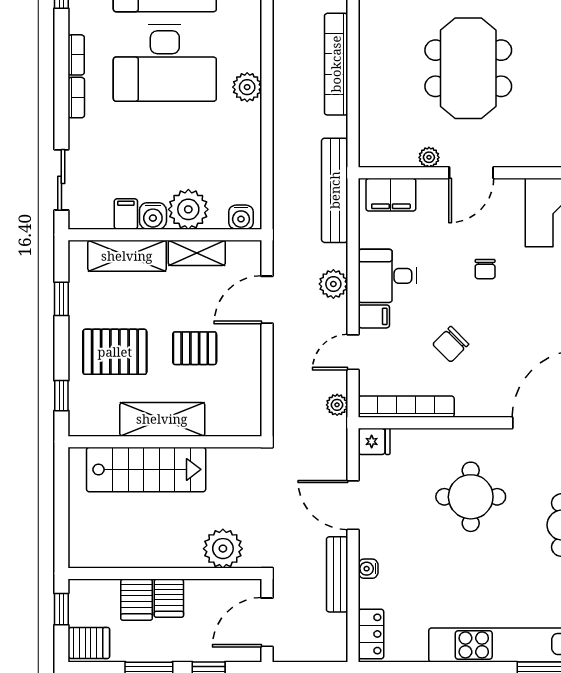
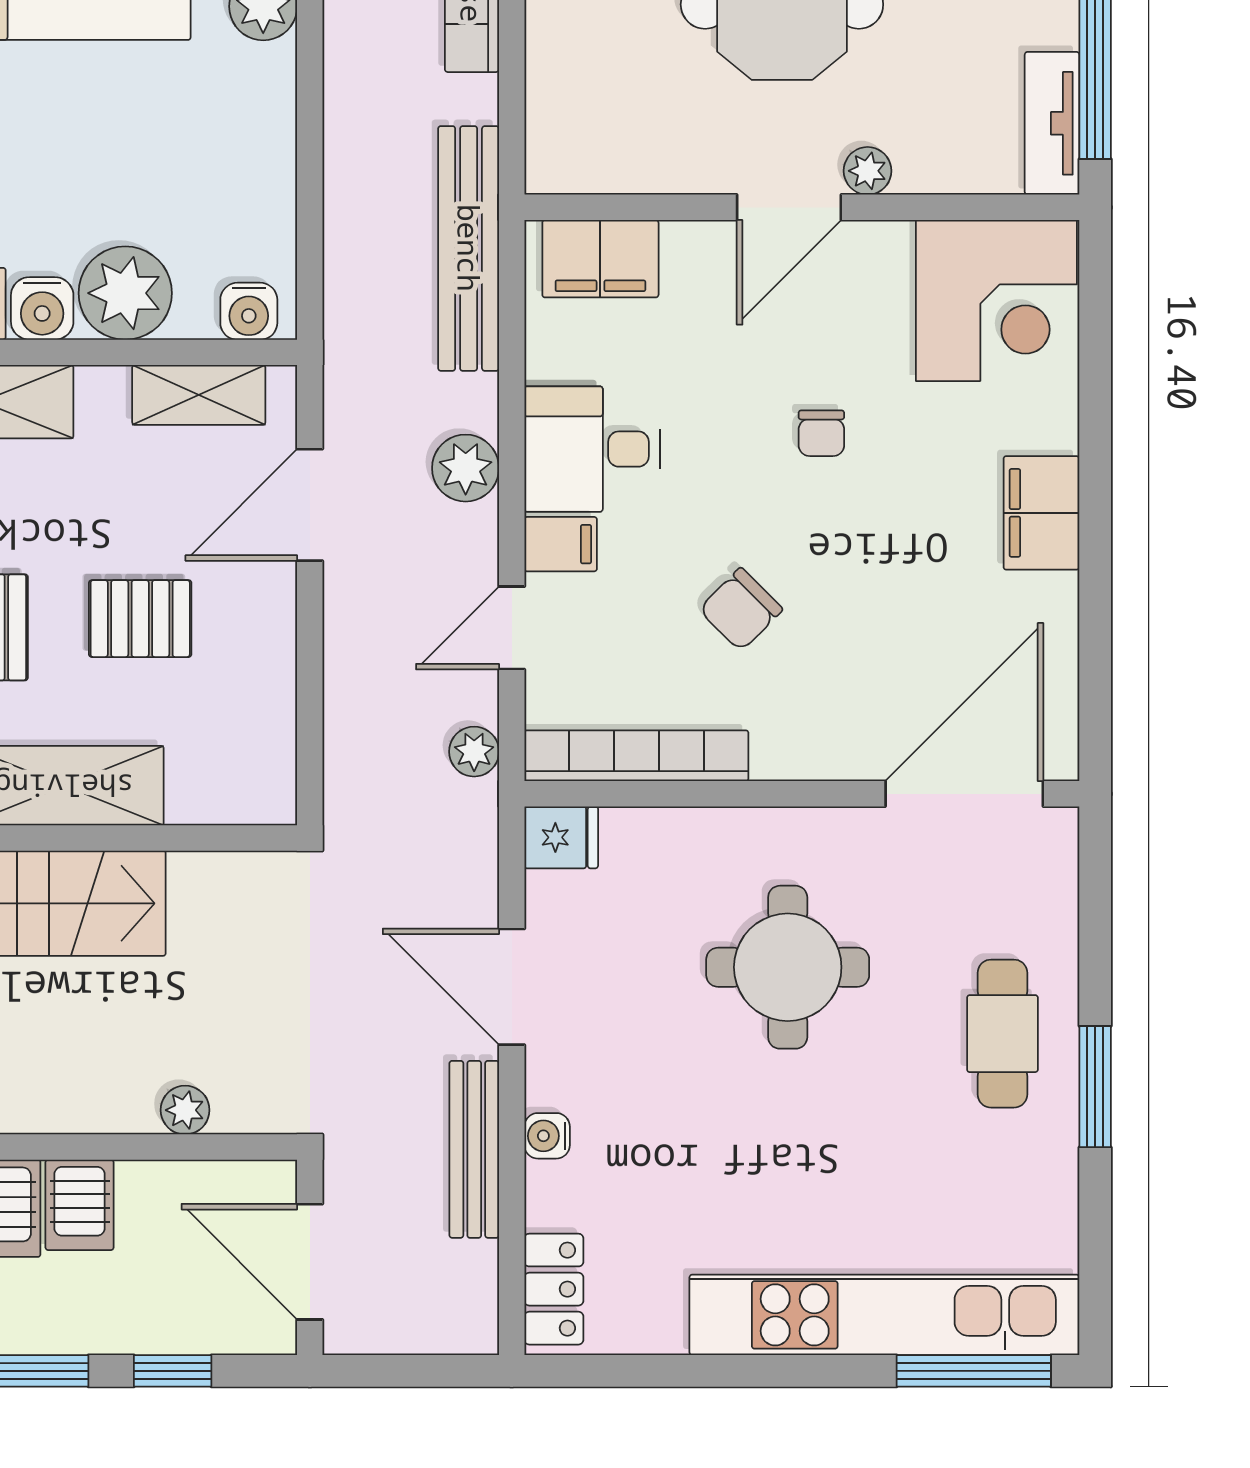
plant: (429, 157) -> (868, 171), moved
shelving: (197, 253) -> (199, 395), moved
plant: (223, 549) -> (185, 1110), width x0.53, depth x0.53
door: (267, 622) -> (310, 1262), hinge flipped

